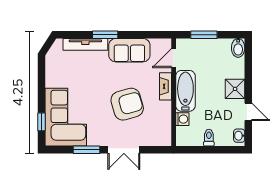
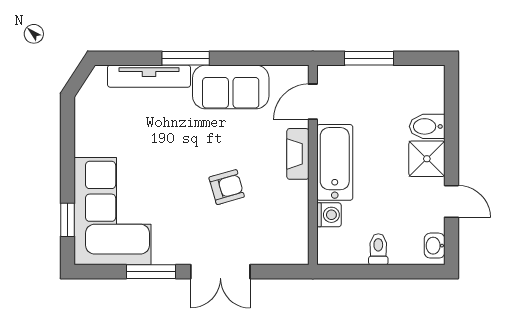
bidet: (238, 48) -> (427, 126), moved, turned 90
armchair: (127, 104) -> (227, 187), width x0.53, depth x0.53

